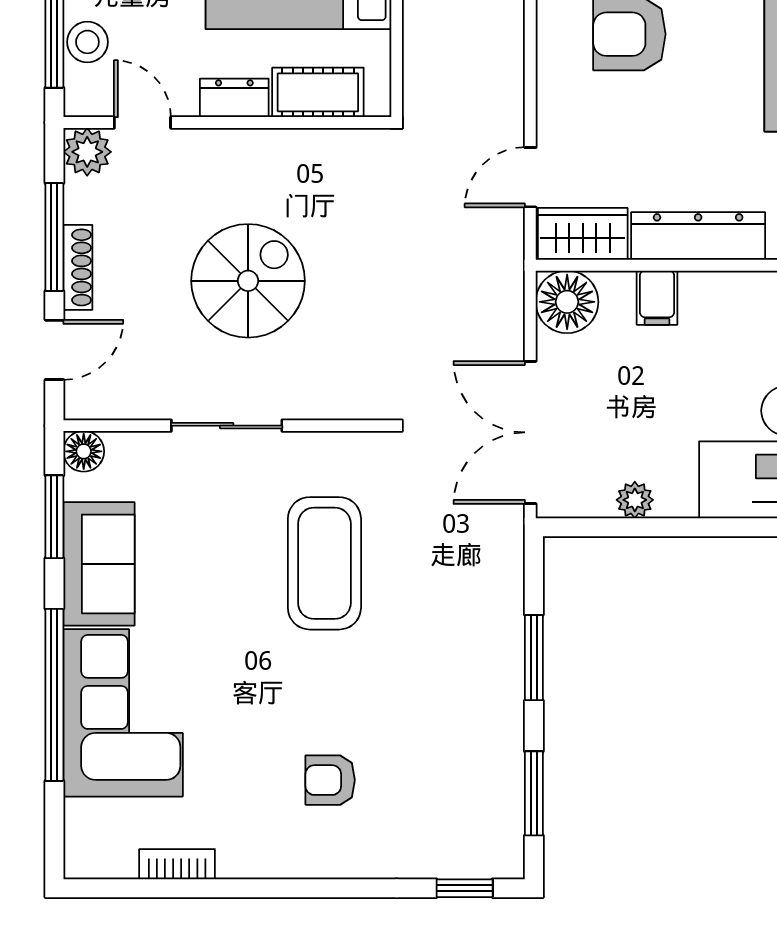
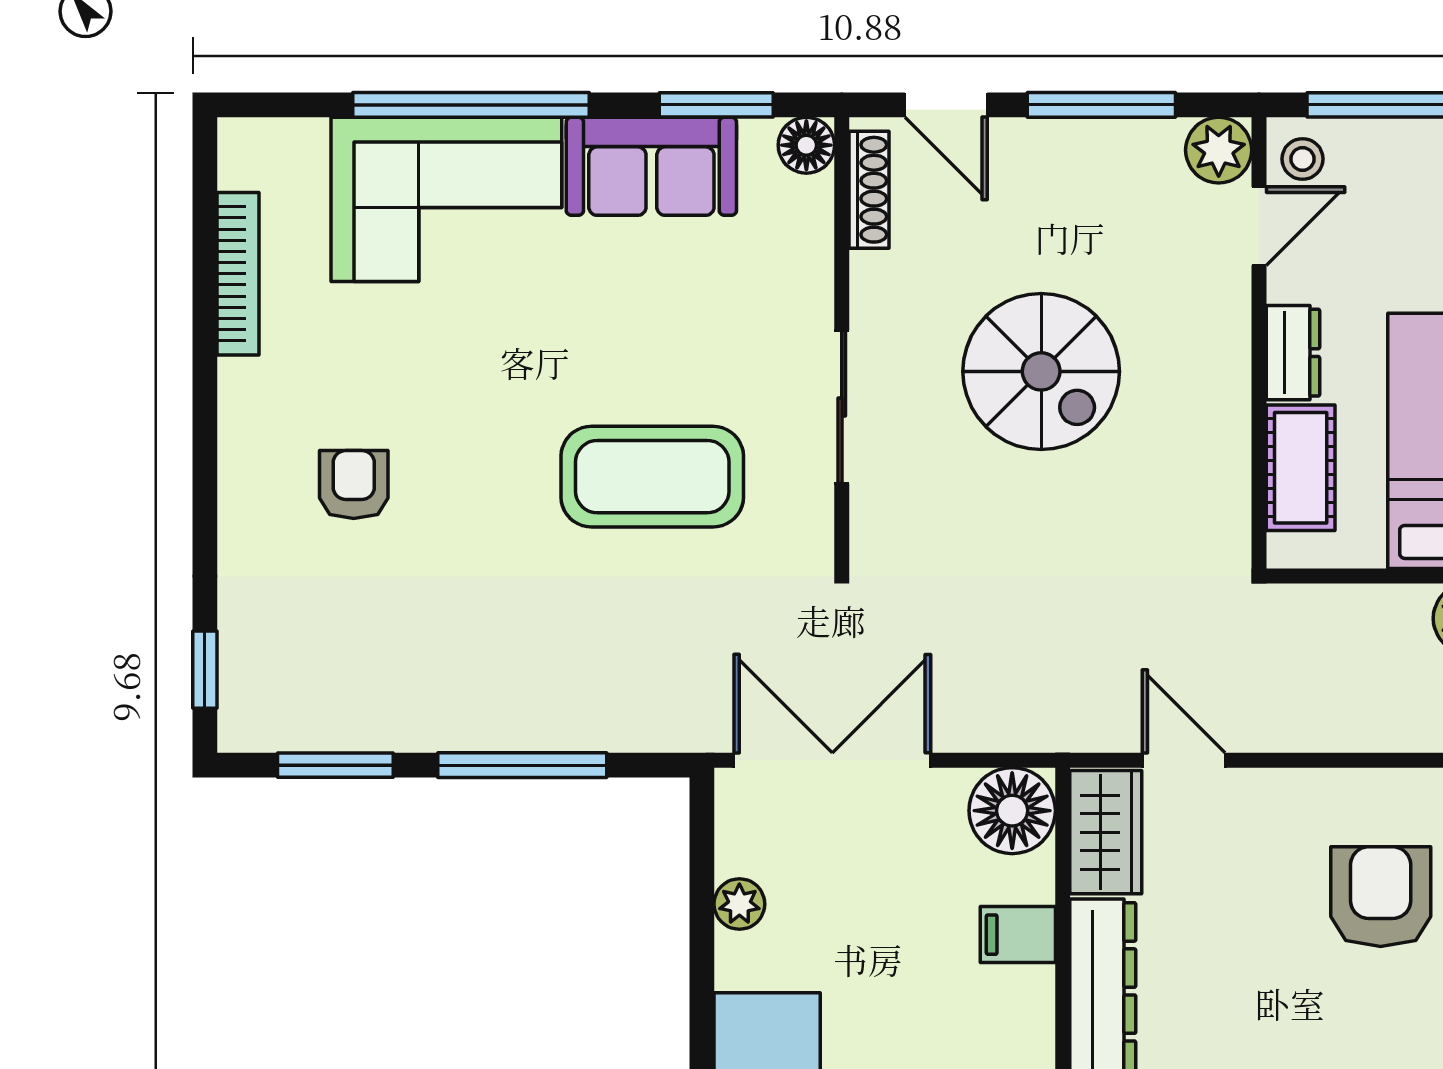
stool: (87, 42) -> (1303, 159), moved, width x0.73, depth x0.73
shoe rack: (78, 267) -> (869, 190), moved, turned -90
sliding door: (227, 426) -> (842, 407), moved
window: (534, 658) -> (522, 765), width x1.44
bookcase: (177, 864) -> (238, 274), width x1.56

